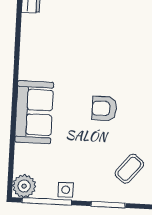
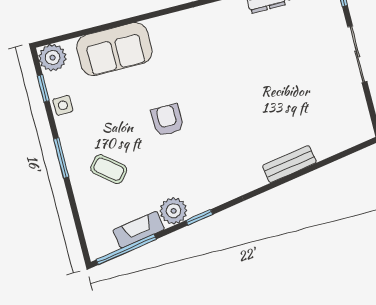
sofa: (34, 112) -> (114, 49), moved
window: (47, 201) -> (43, 88), width x0.46

